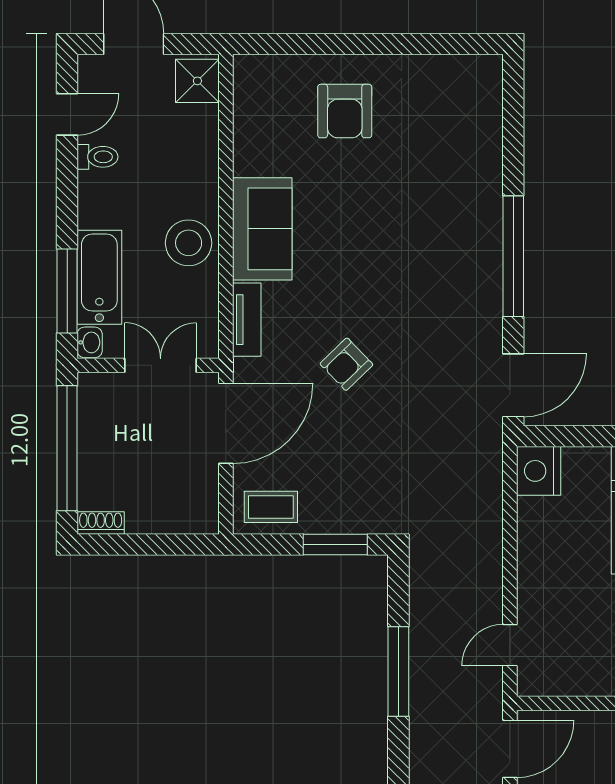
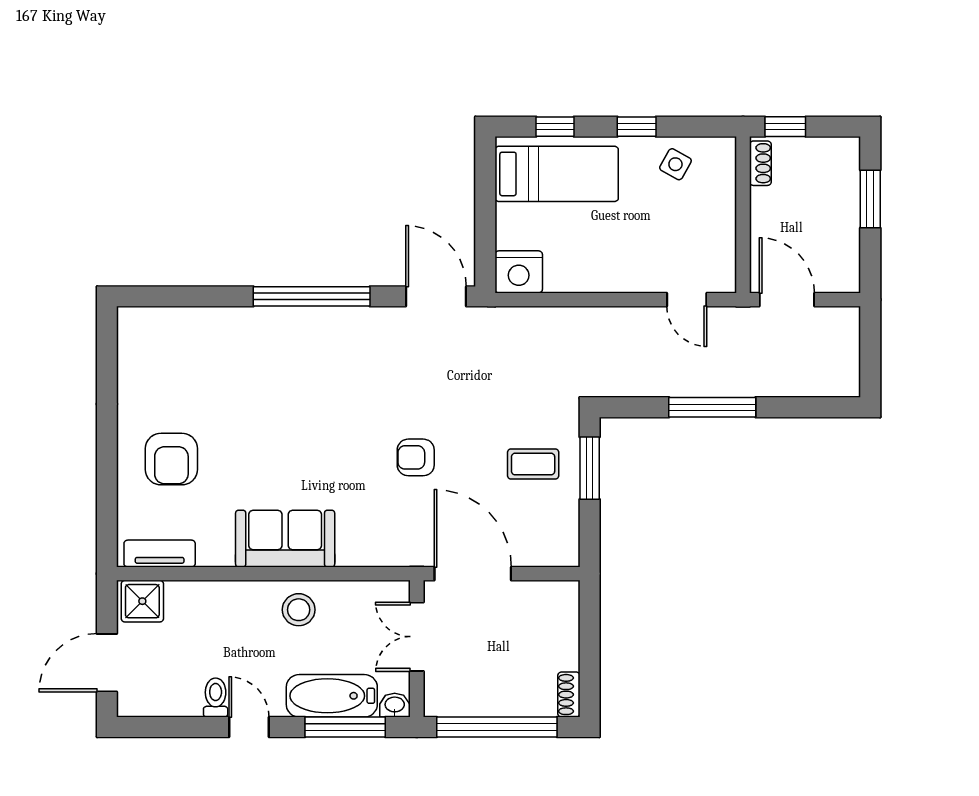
armchair: (345, 111) -> (171, 459), turned 90
door: (67, 114) -> (249, 727), moved
stool: (189, 243) -> (299, 610), width x0.73, depth x0.73
tv unit: (247, 320) -> (160, 554), moved
armchair: (346, 364) -> (416, 457), turned 134
coffee table: (271, 507) -> (533, 464), moved, turned 90

